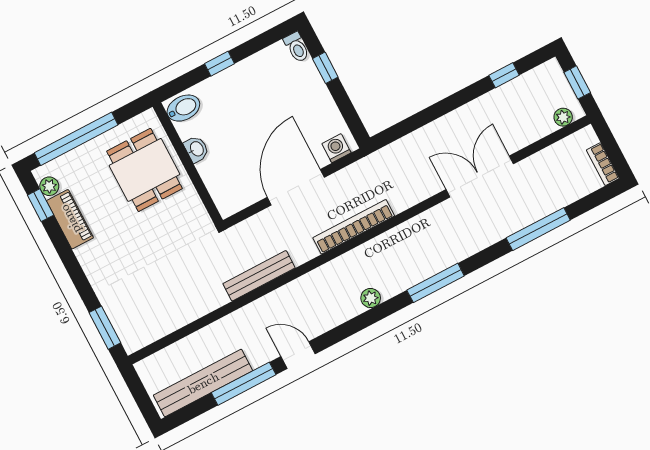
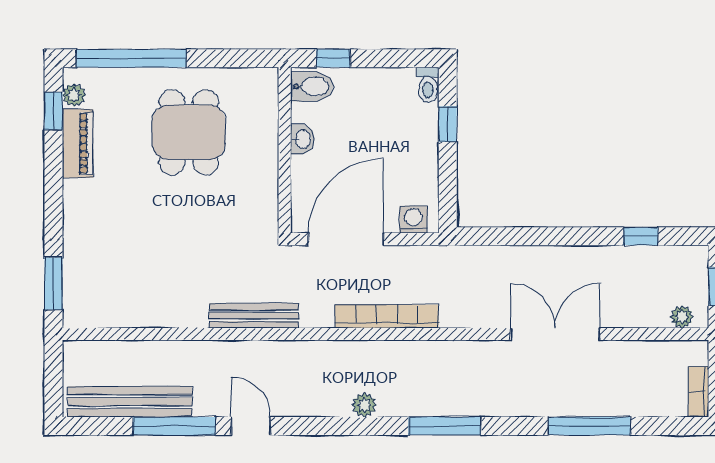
bidet: (183, 108) -> (312, 86), moved
washbasin: (196, 149) -> (303, 139), moved
wall: (188, 163) -> (285, 150), moved

